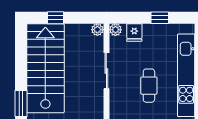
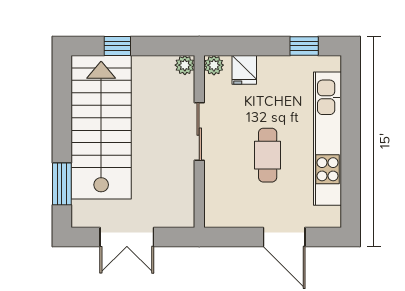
window: (160, 18) -> (304, 46), moved

